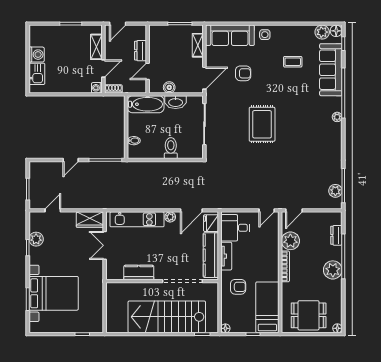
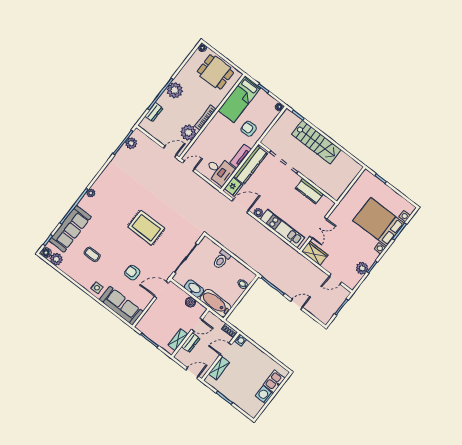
shelving: (198, 45) -> (178, 340), moved
rug: (262, 124) -> (146, 228), turned 90
stairs: (167, 317) -> (316, 142), width x0.73, depth x0.66

